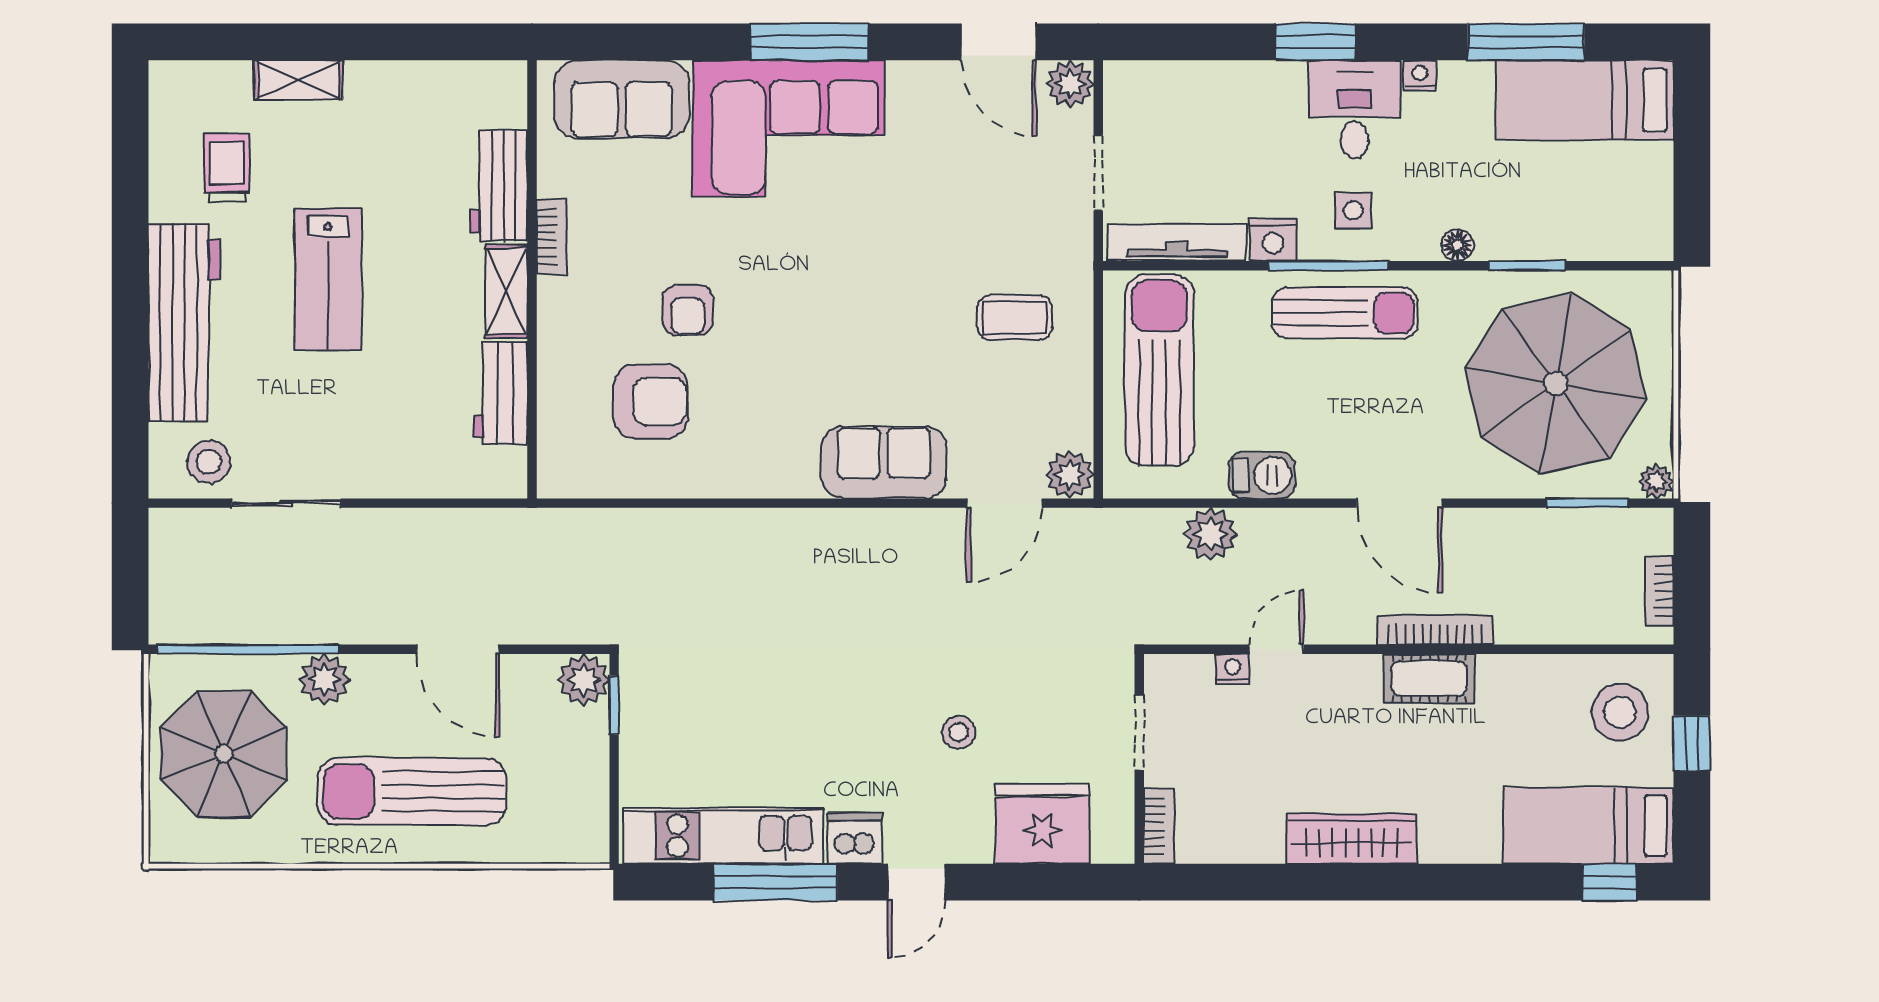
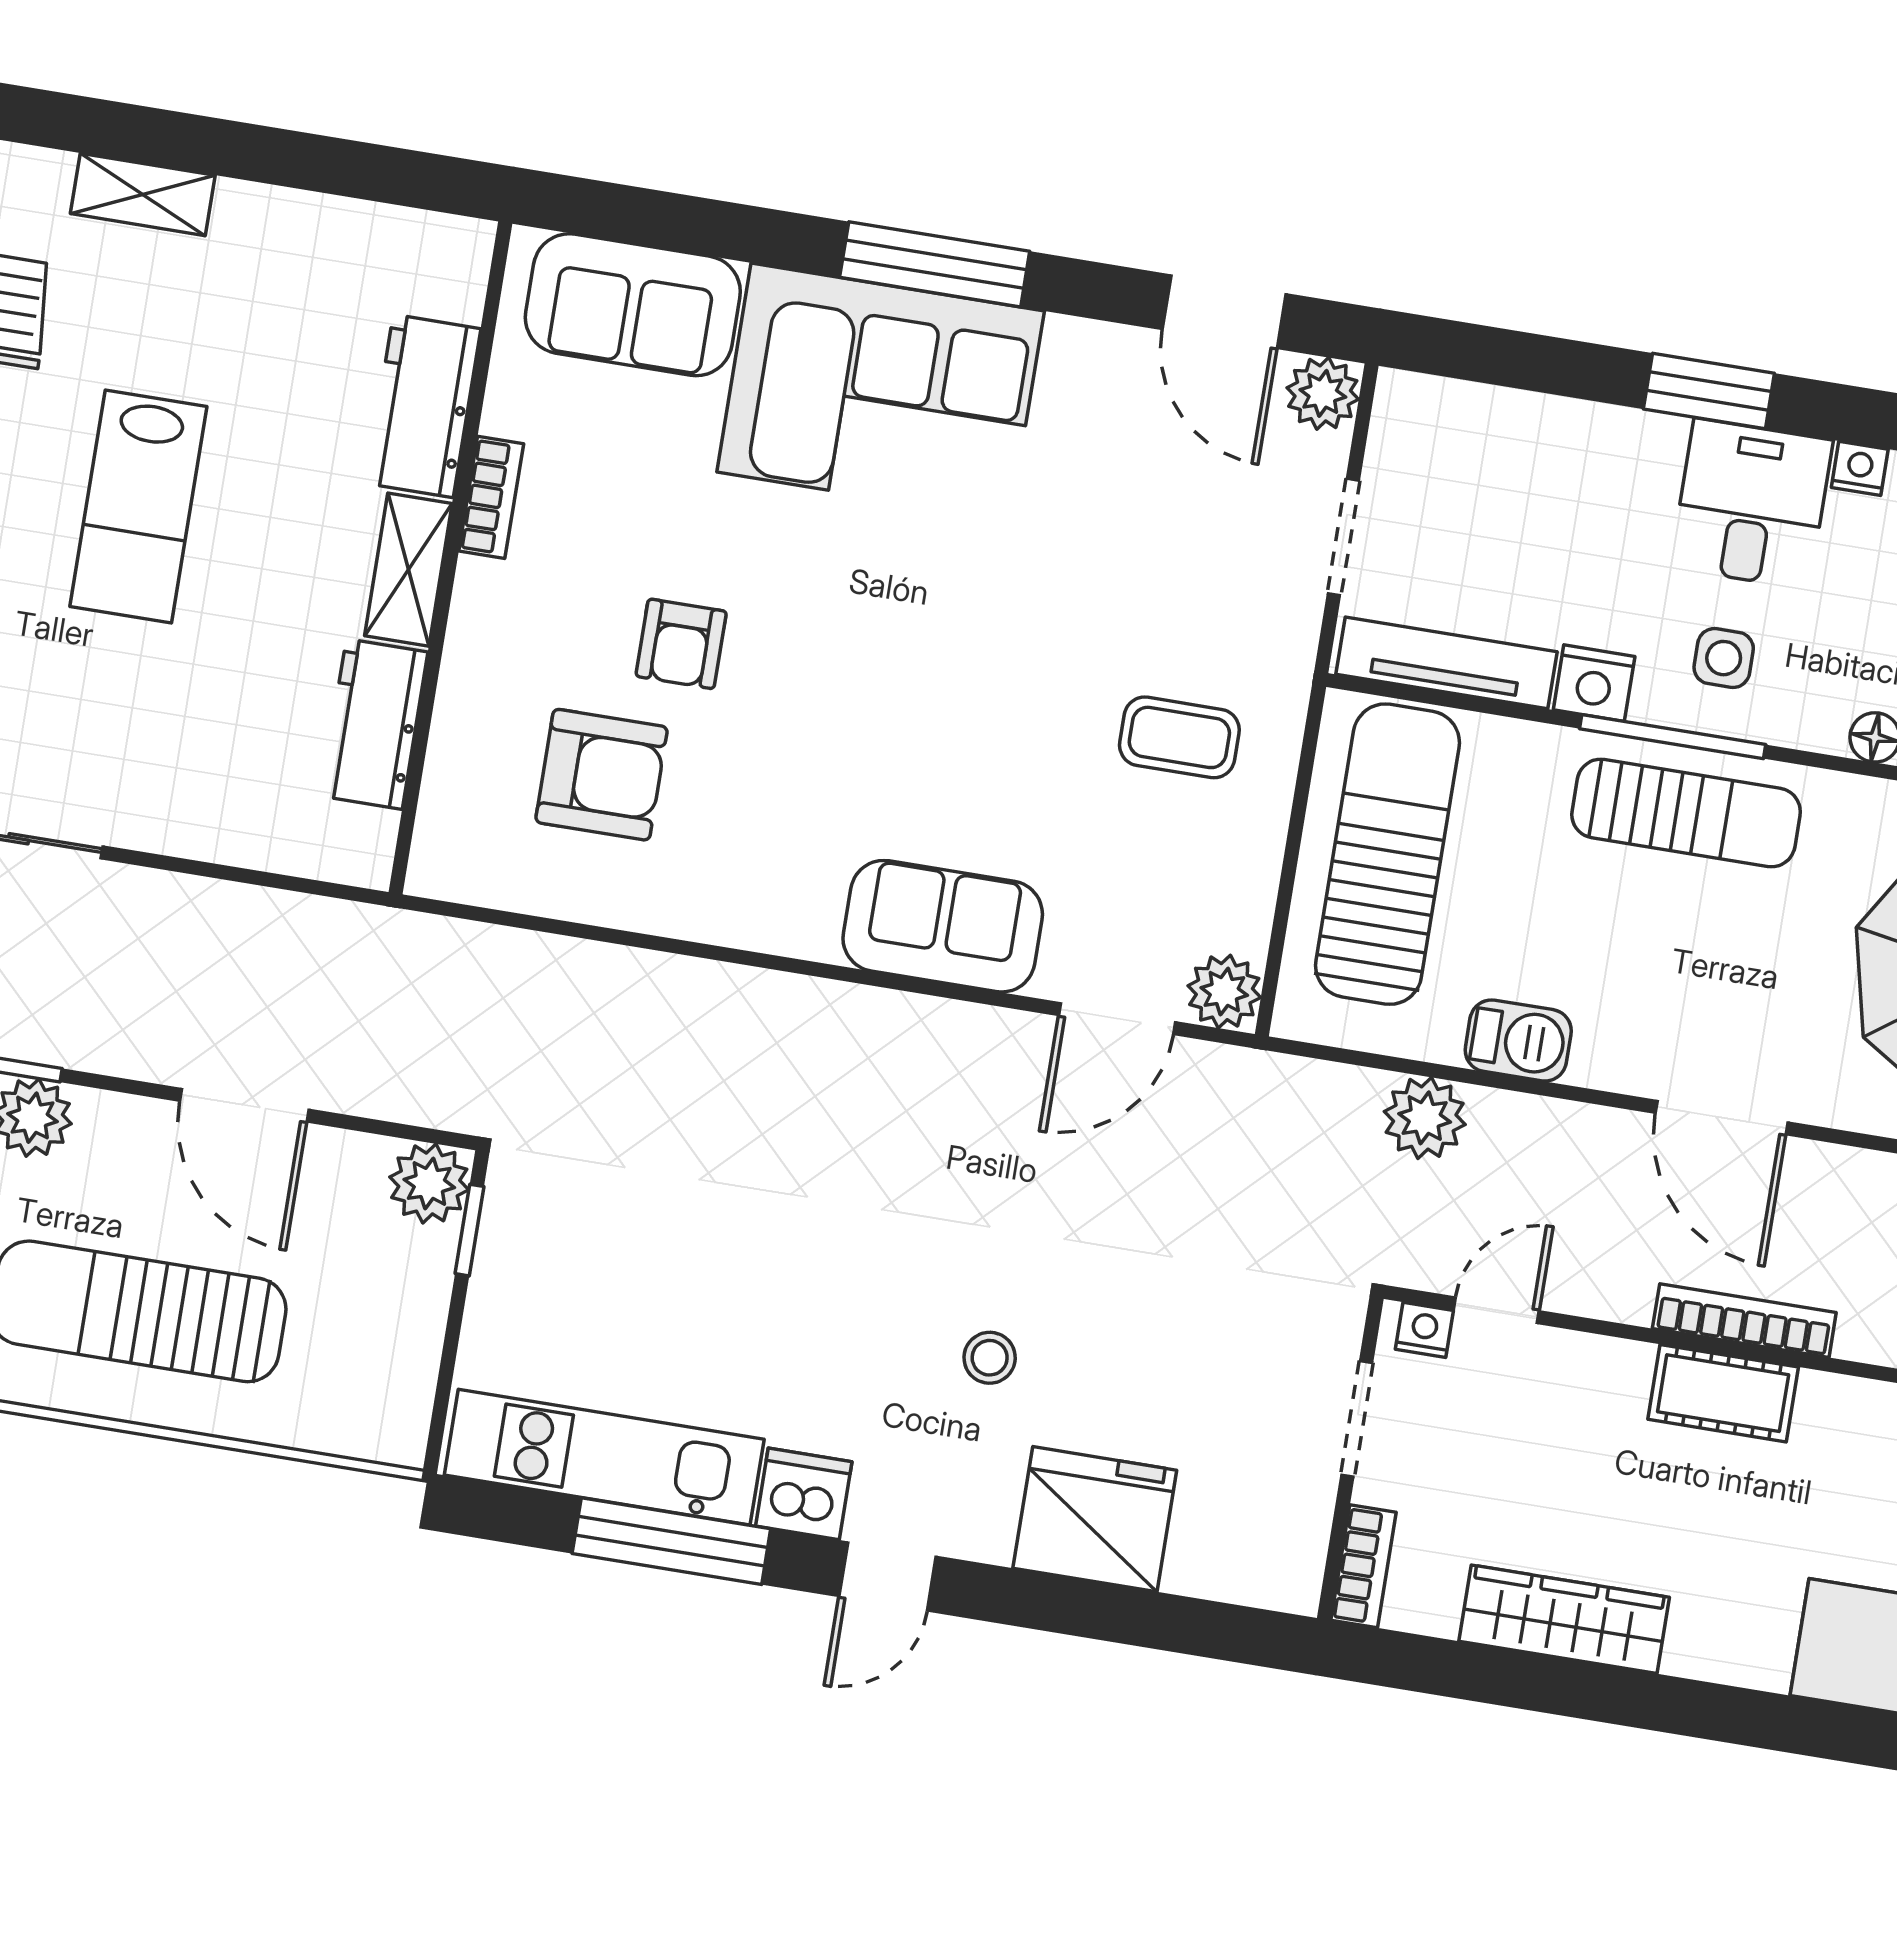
doorway: (1139, 733) -> (1357, 1419), moved
wall: (1139, 759) -> (1350, 1459), moved
bookcase: (1159, 826) -> (1364, 1566), moved

